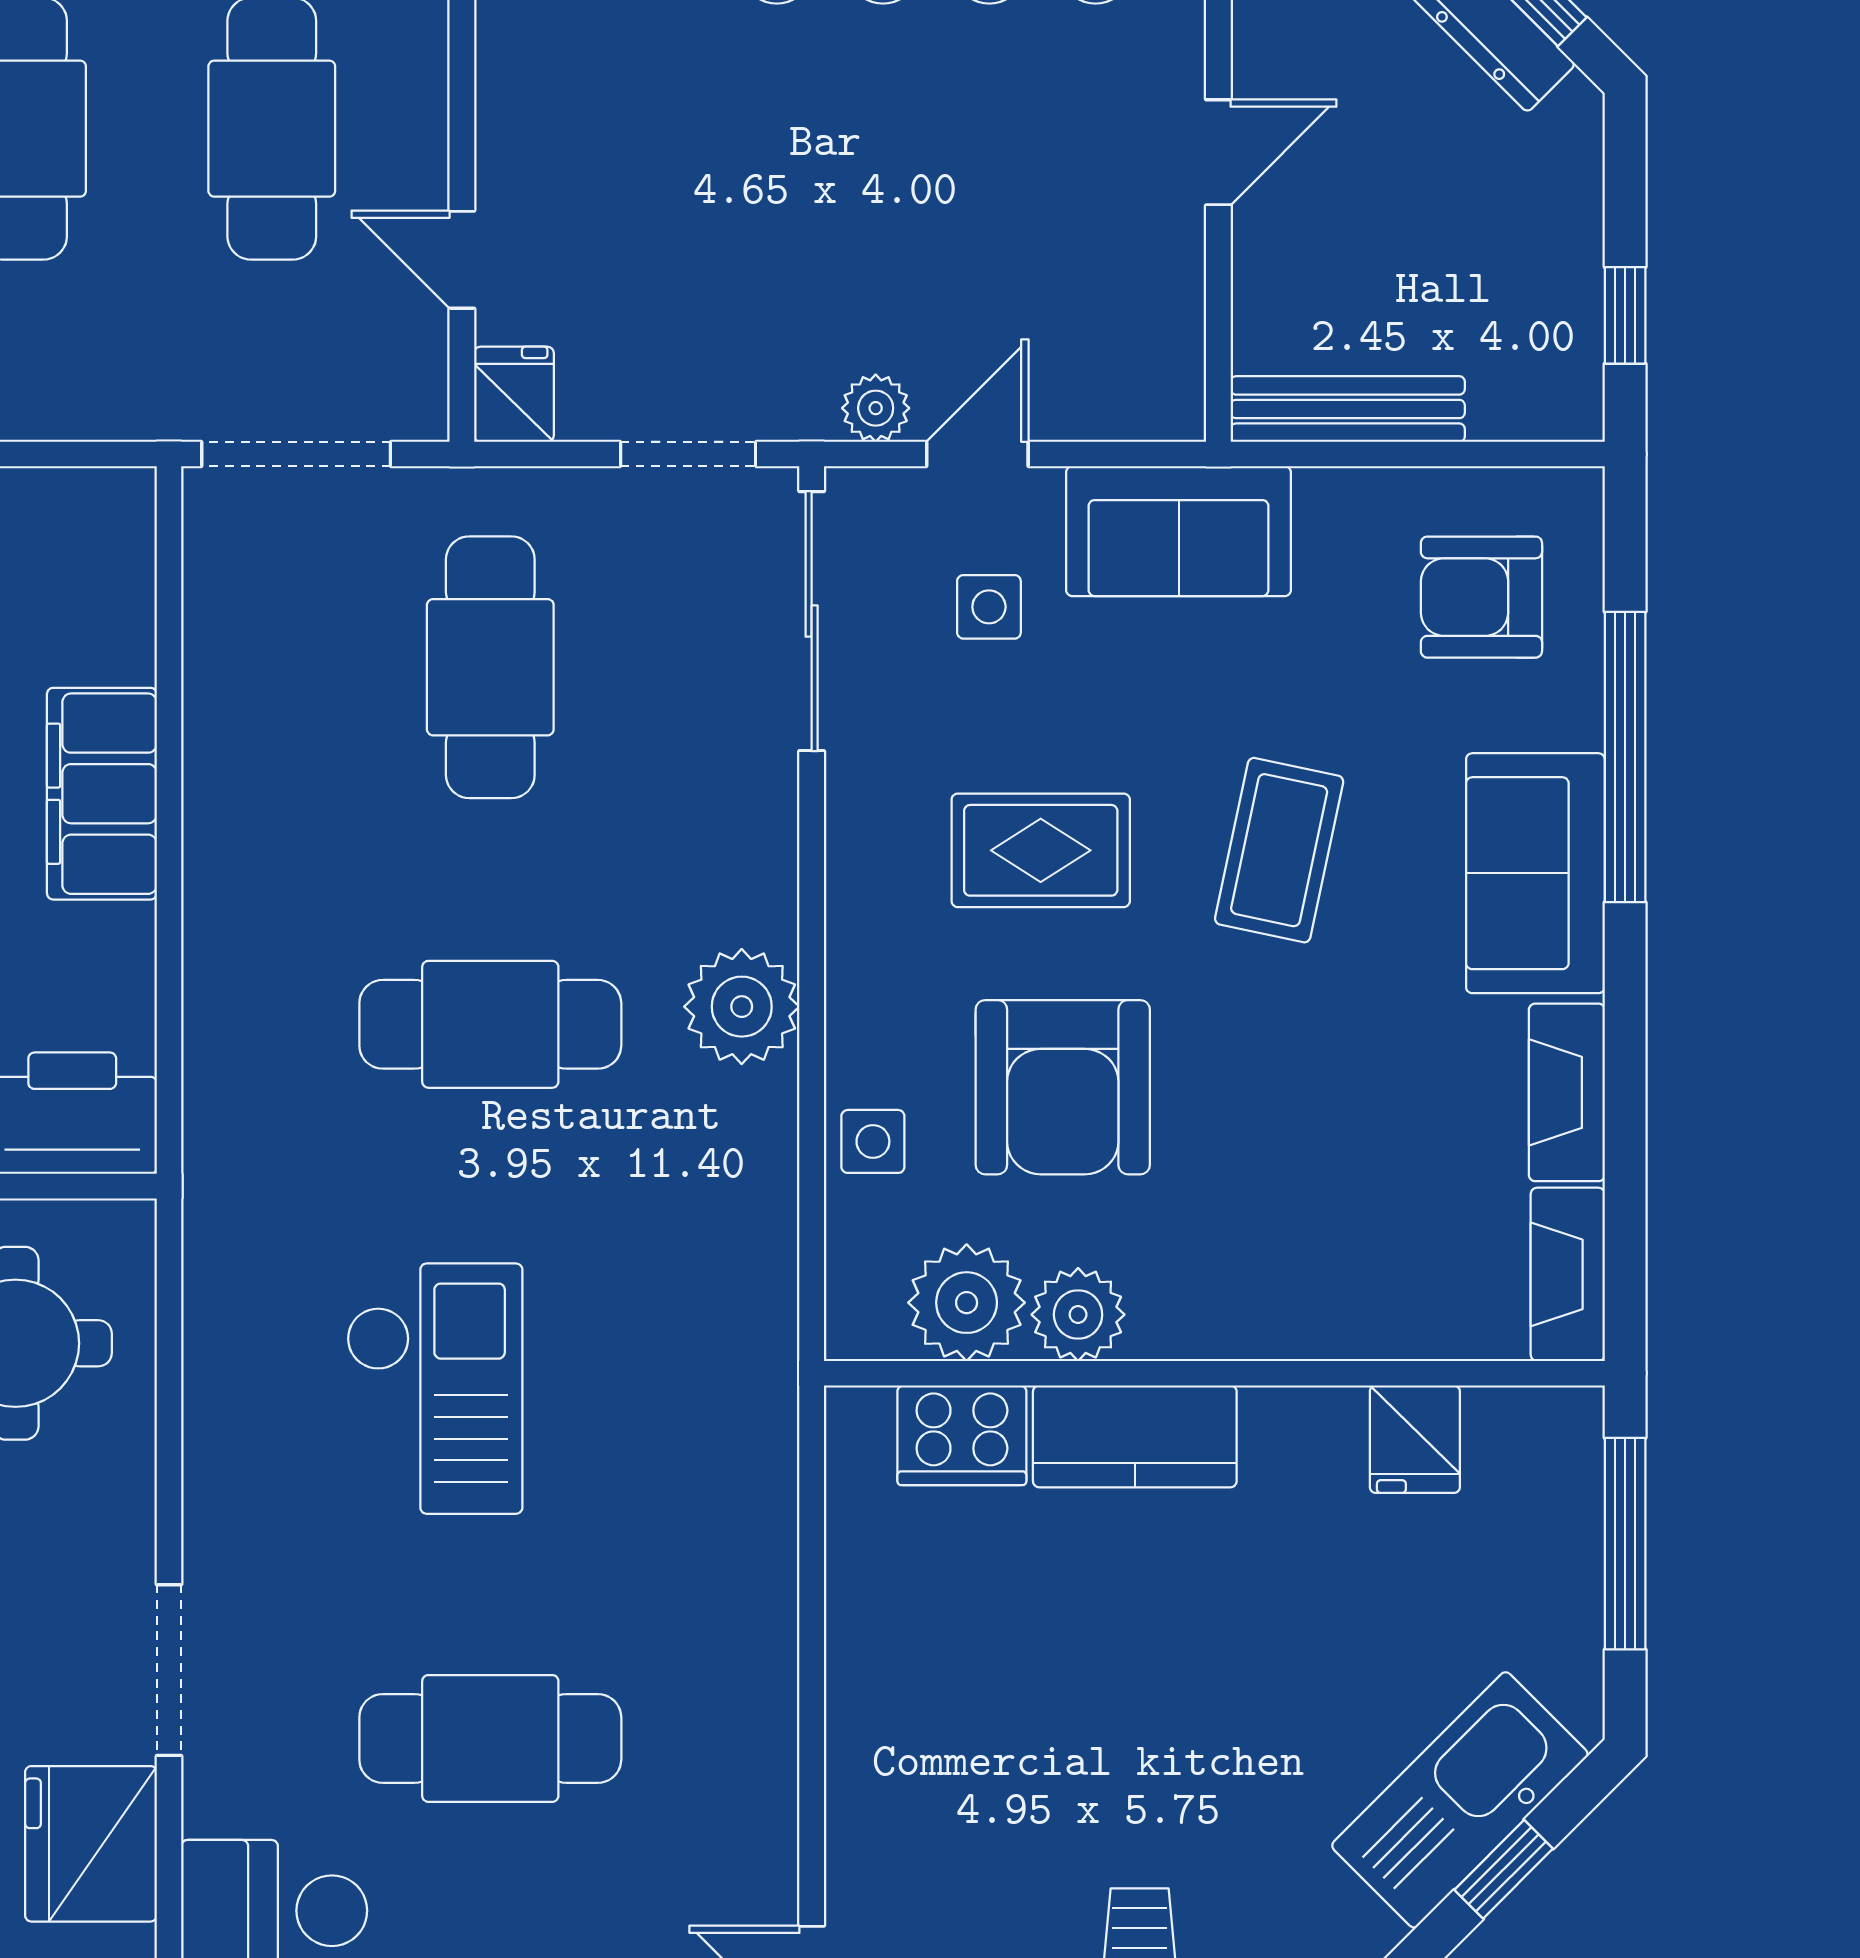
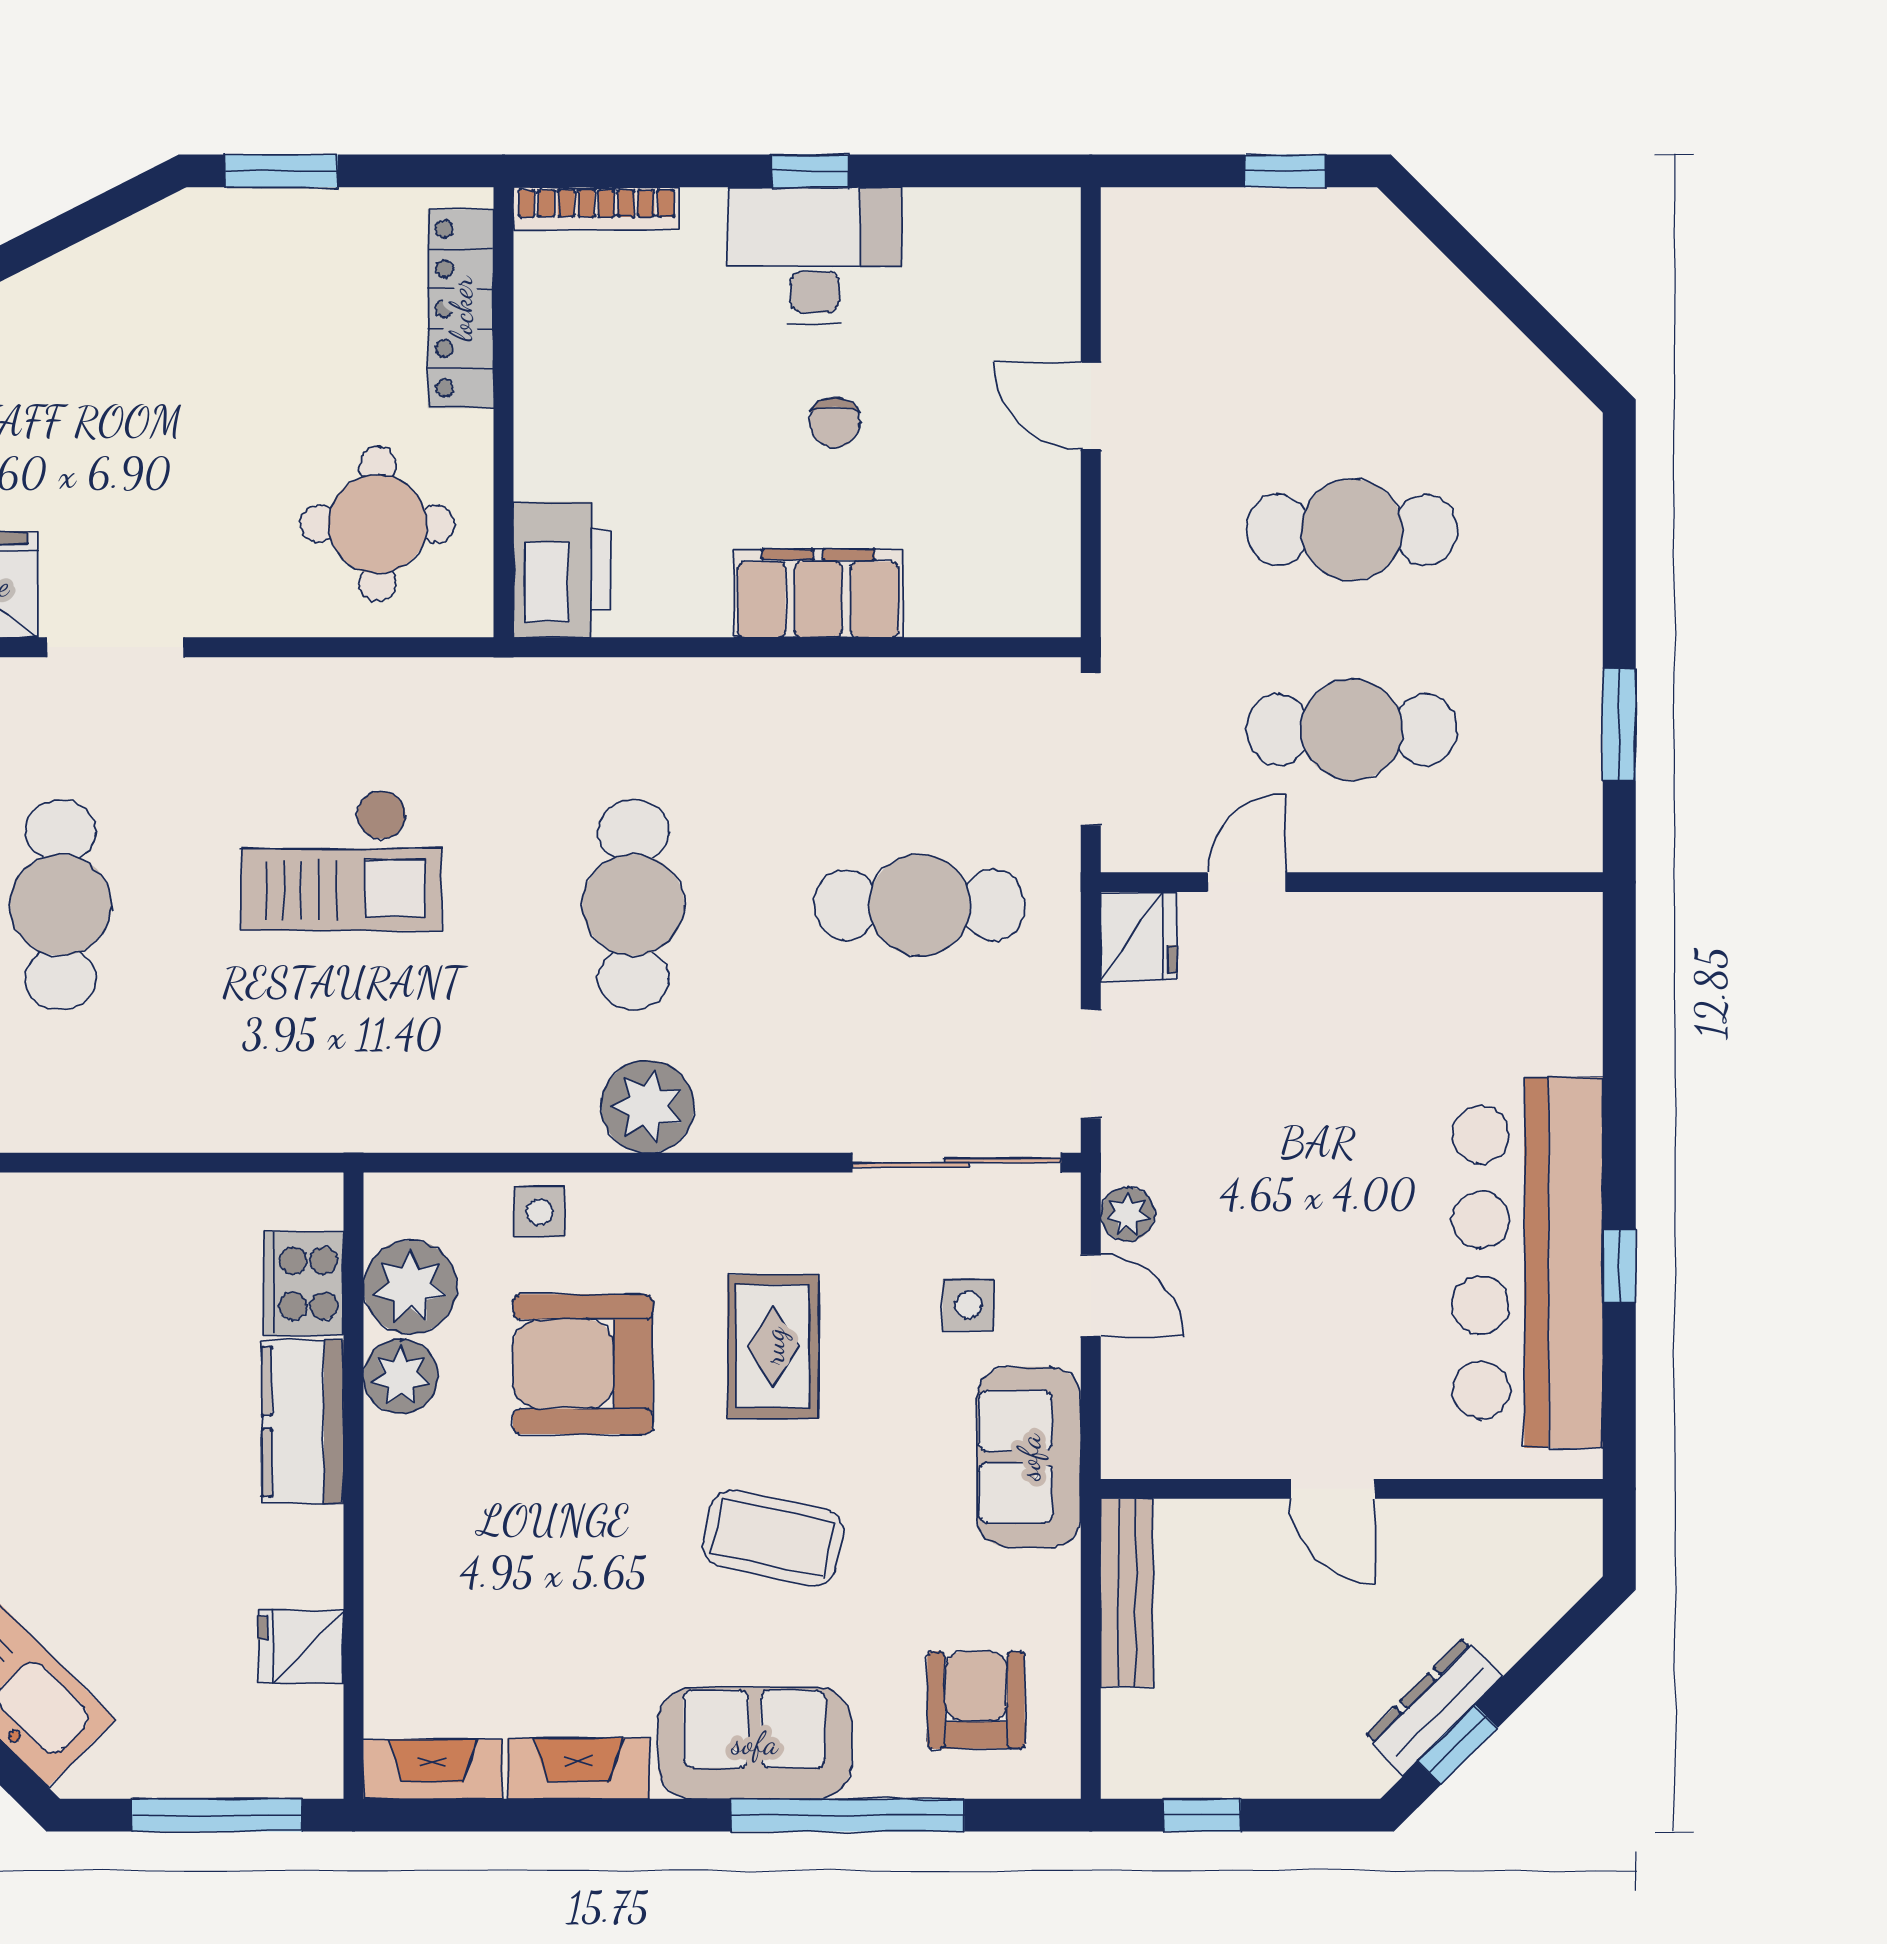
fridge: (514, 394) -> (1139, 936), width x1.38

